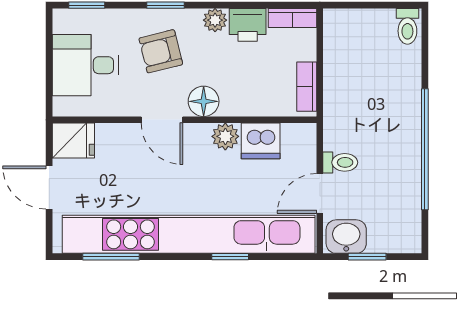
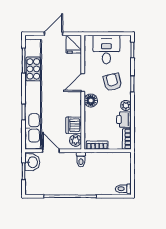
plant: (225, 136) -> (76, 140), moved
toilet: (340, 162) -> (81, 160), moved

